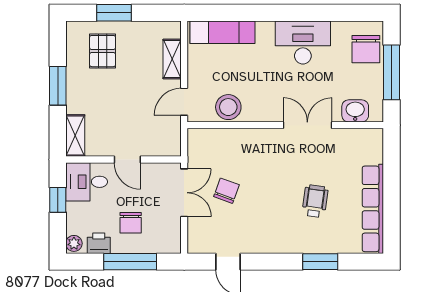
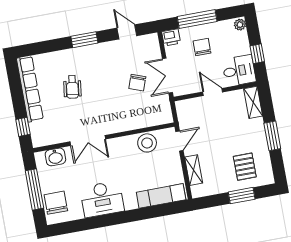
window: (392, 159) -> (23, 127), added
printer: (99, 243) -> (171, 37), moved
window: (320, 262) -> (84, 40), moved

